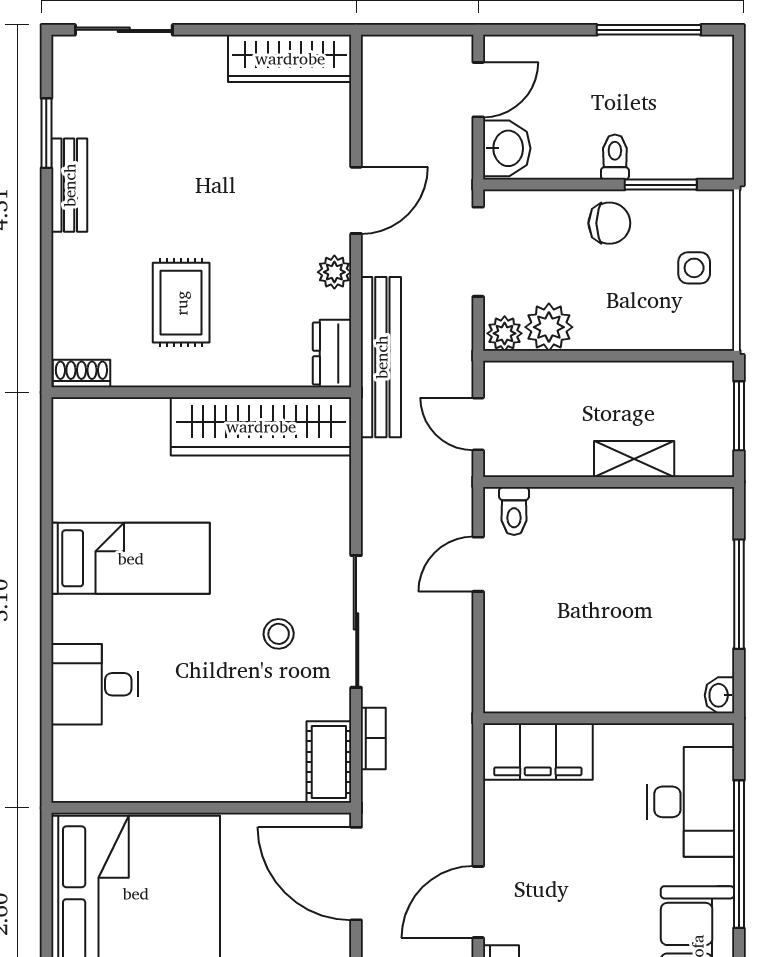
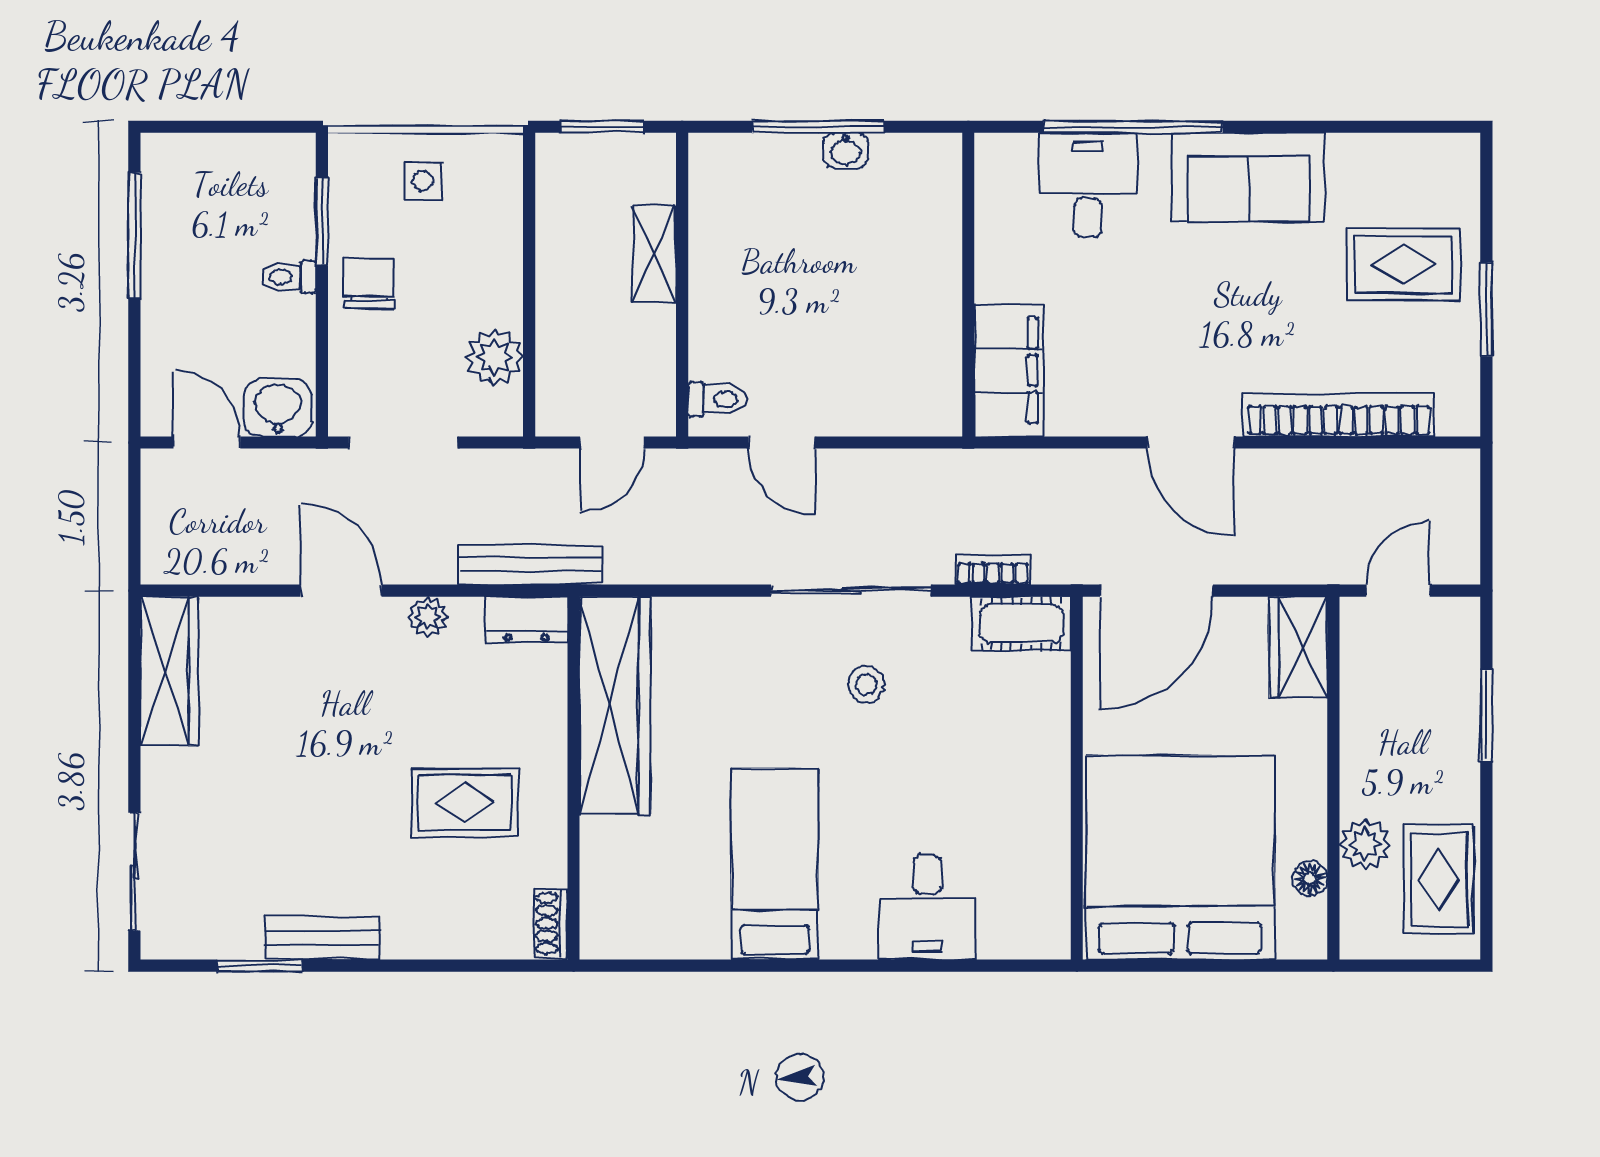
plant: (505, 333) -> (502, 411), removed
bench: (381, 357) -> (531, 565), width x0.73, depth x0.82
washbasin: (719, 695) -> (846, 150), moved
desk: (691, 802) -> (1088, 185), width x0.73

